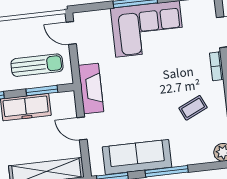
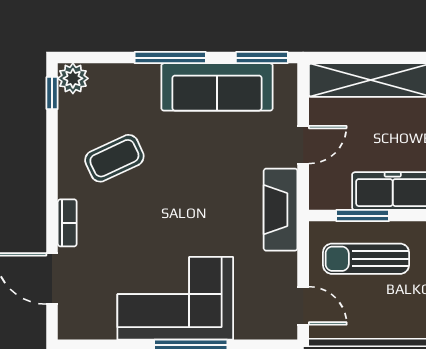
coffee table: (193, 108) -> (114, 158), width x1.36, depth x1.30
door: (82, 129) -> (303, 145), hinge flipped

